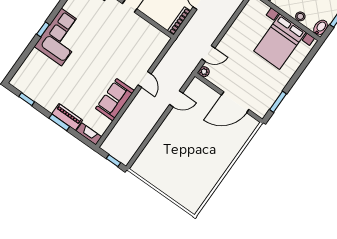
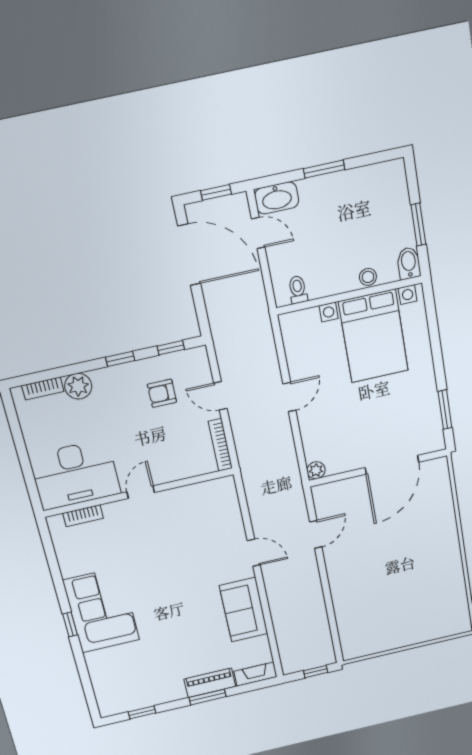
door: (208, 53) -> (289, 397), moved

